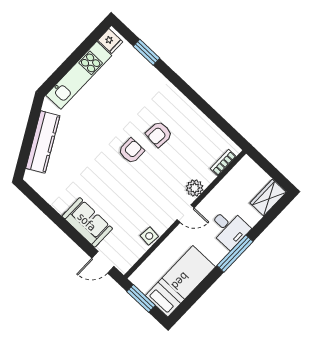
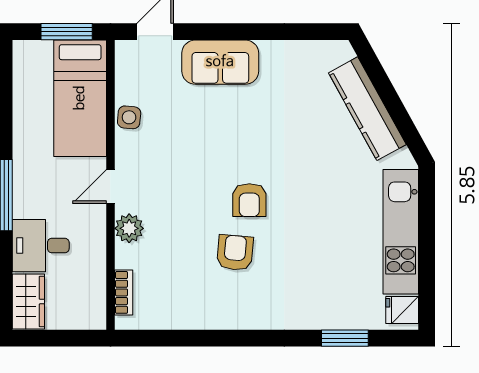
desk: (229, 228) -> (41, 246), moved
bed: (180, 281) -> (80, 98), moved

